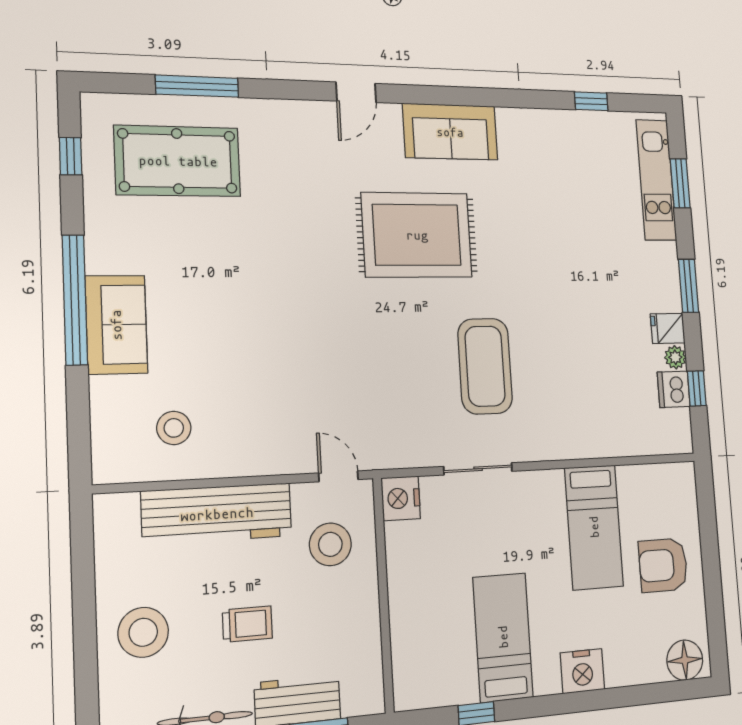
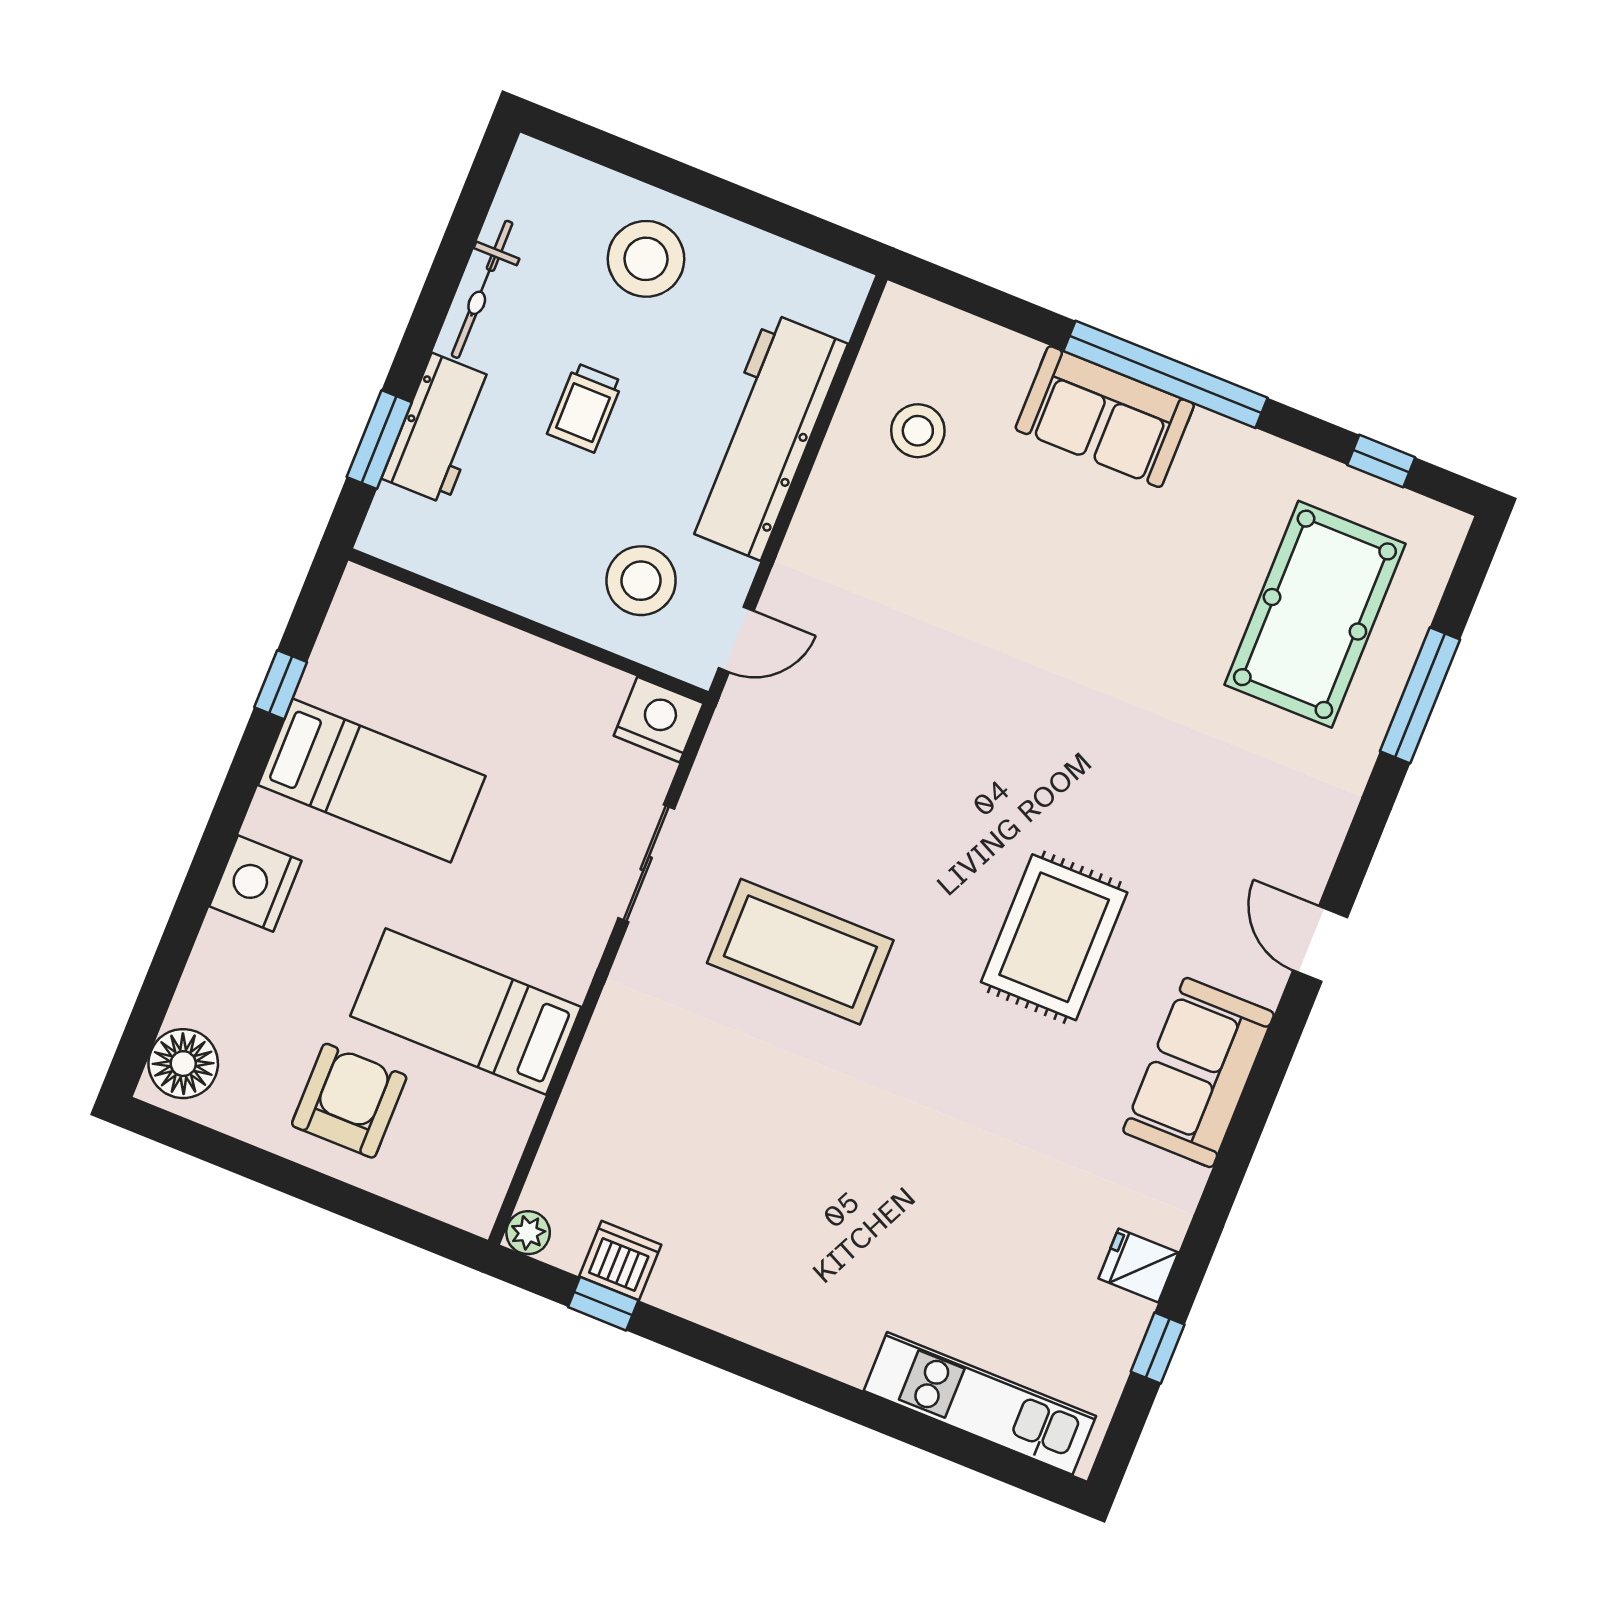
window: (680, 183) -> (957, 1446), removed
rug: (417, 235) -> (1054, 937), width x0.73, depth x0.69
window: (688, 286) -> (779, 1374), removed
fridge: (668, 328) -> (1138, 1265), moved, turned -90
plant: (675, 357) -> (528, 1233), moved

